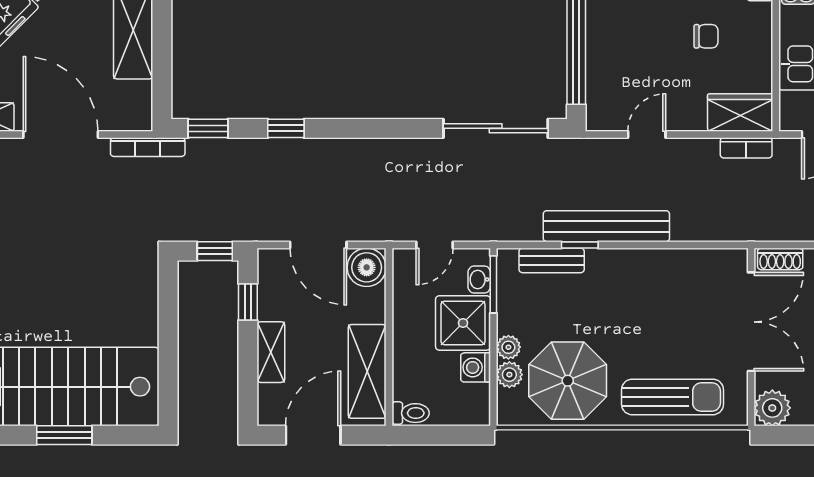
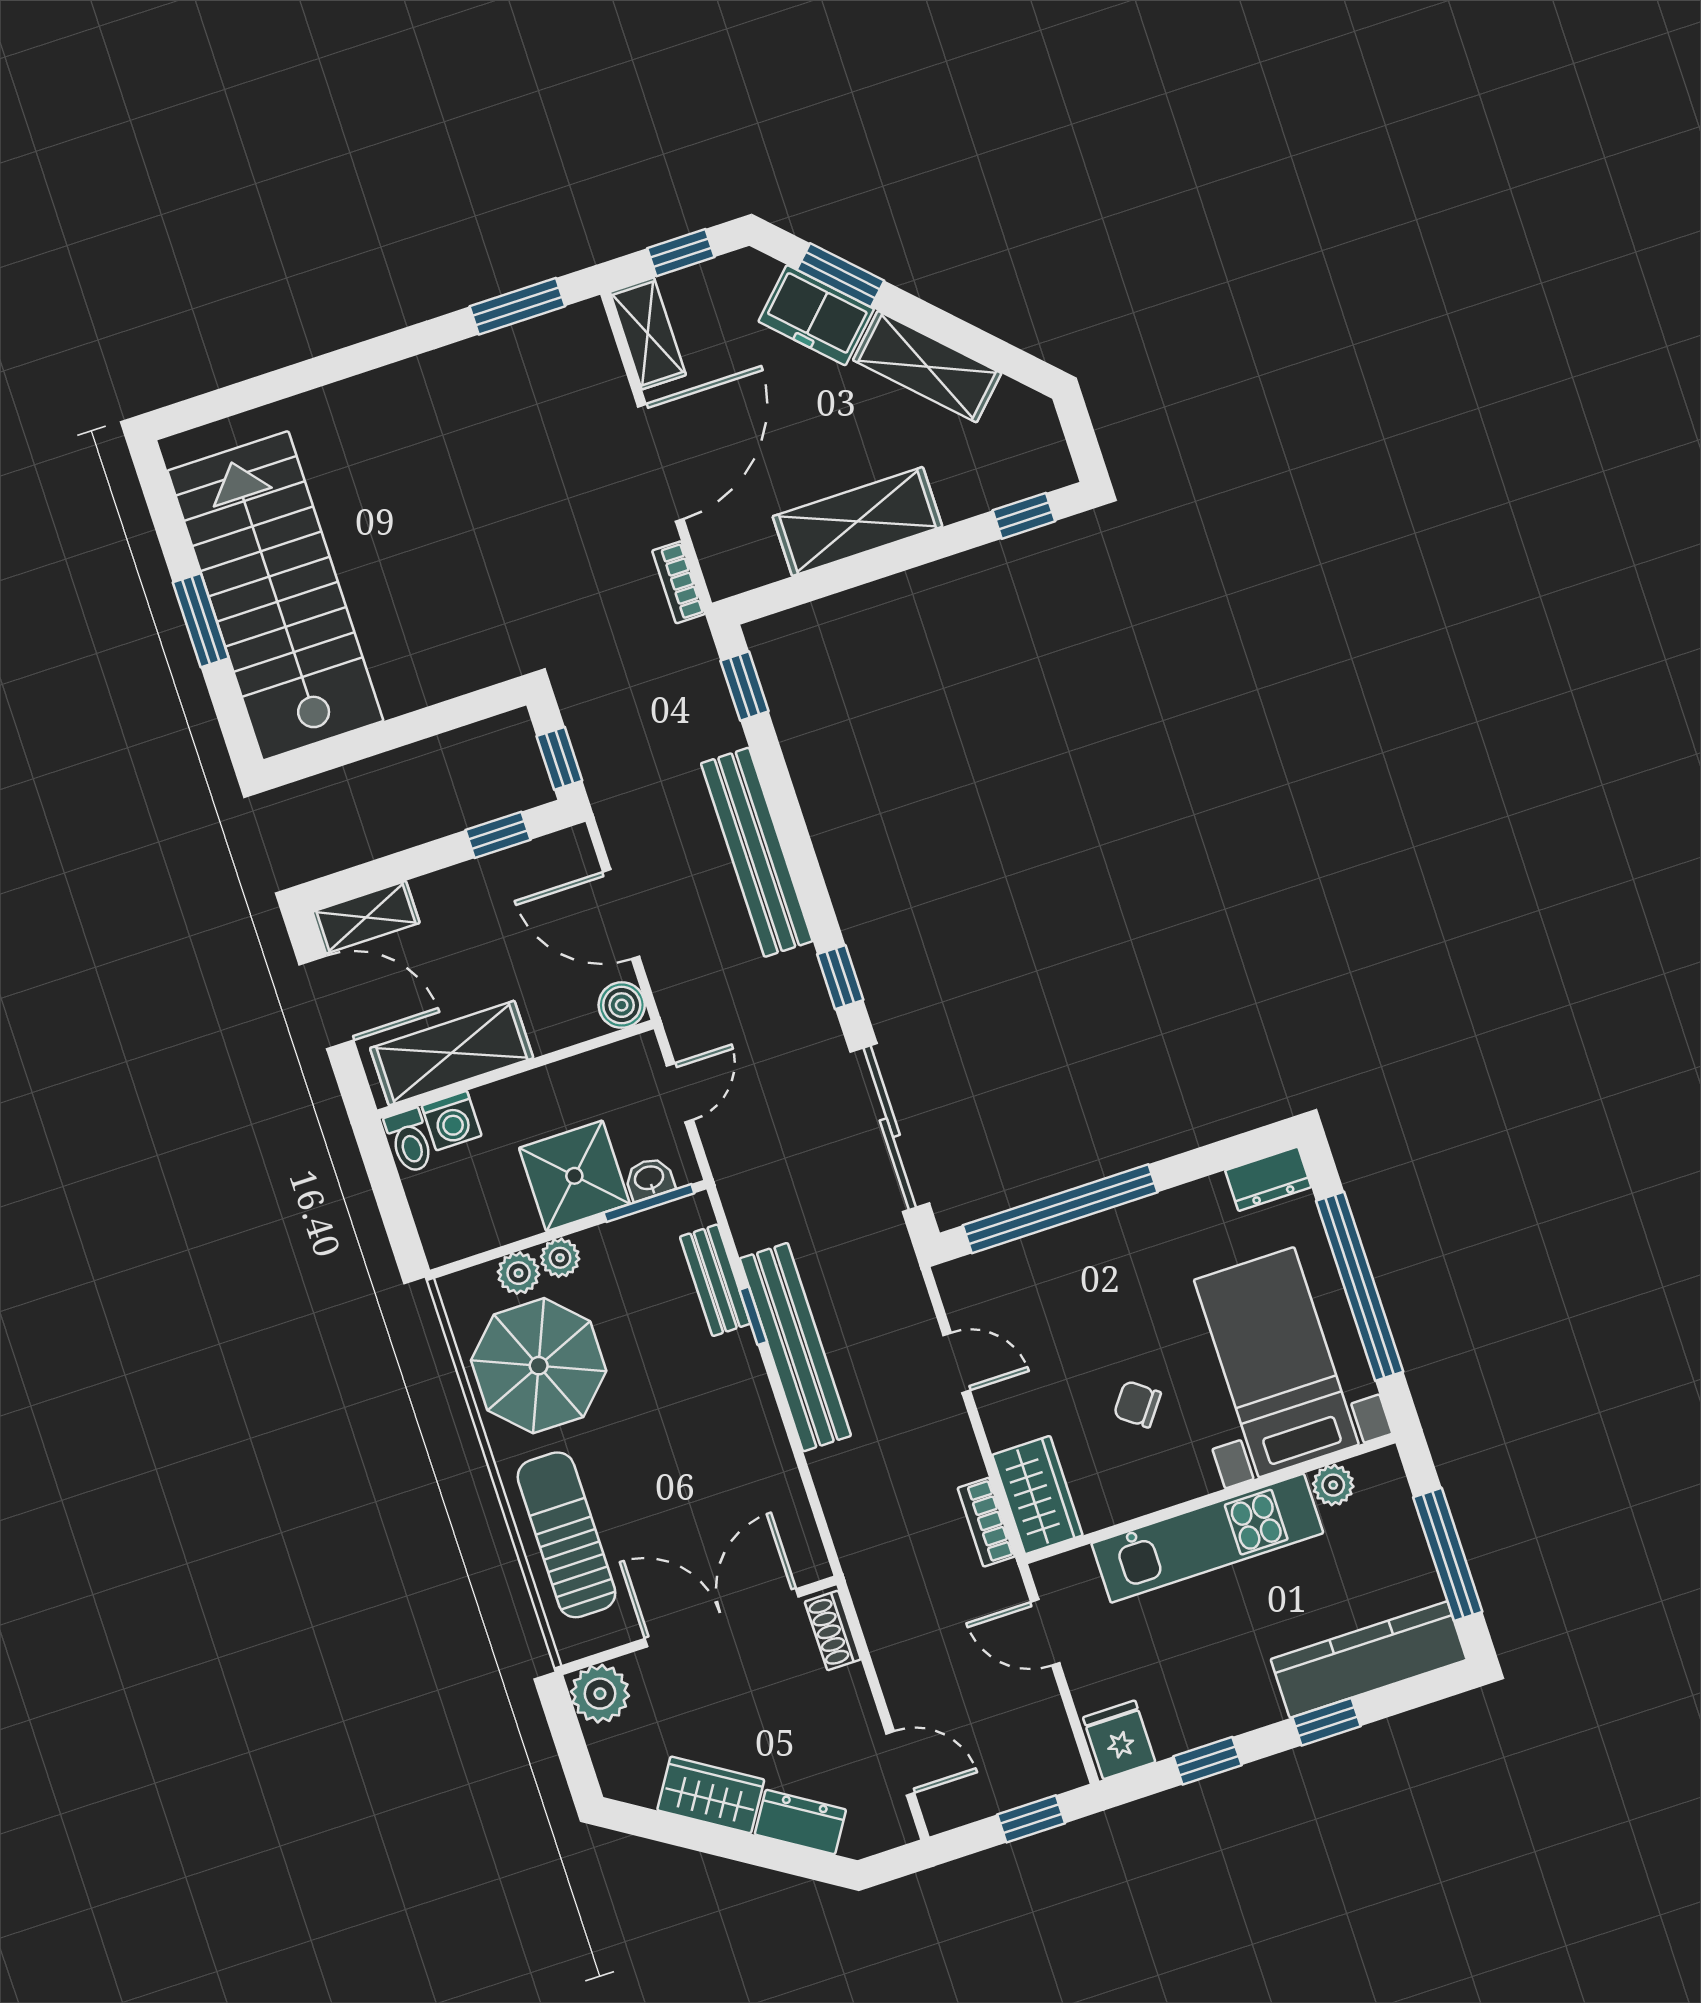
chair: (706, 36) -> (1137, 1404), turned 127
window: (286, 128) -> (840, 977), moved
bookcase: (148, 147) -> (679, 582), width x0.64
bench: (308, 153) -> (757, 852), added
door: (318, 245) -> (621, 914), hinge flipped
door: (435, 245) -> (680, 1093), swing flipped
boiler: (367, 267) -> (622, 1005), width x0.73, depth x0.73
double door: (751, 322) -> (722, 1618), swing flipped
shelving: (271, 352) -> (366, 917), moved
washing machine: (476, 367) -> (452, 1121), moved, turned 180
sun lounger: (673, 397) -> (567, 1535), turned 180

